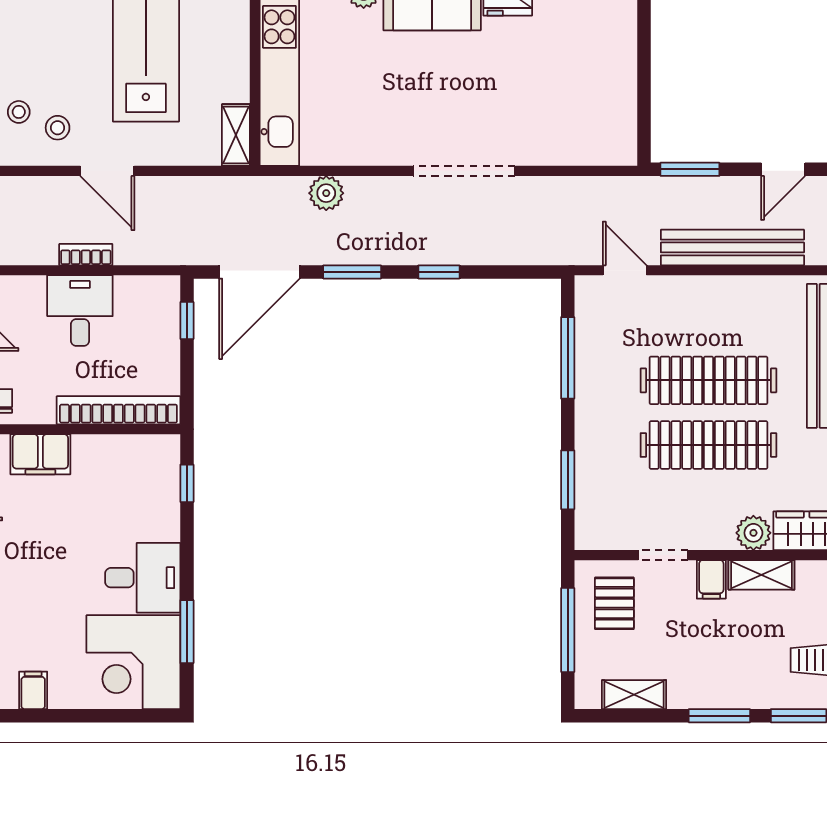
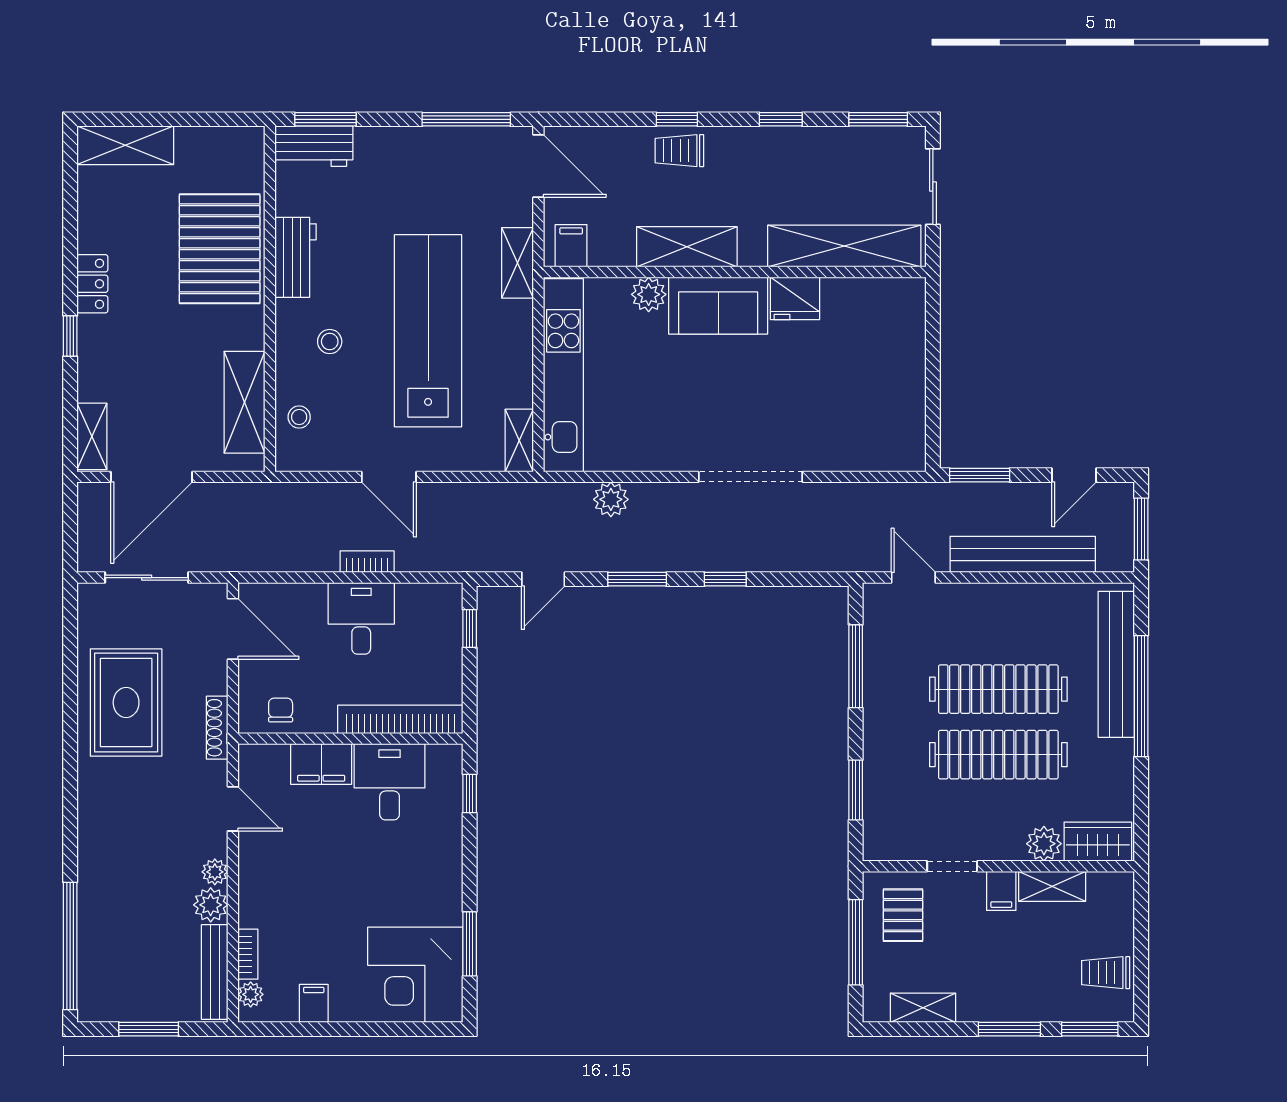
stool: (58, 128) -> (330, 342), moved
door: (259, 272) -> (543, 579), width x0.53
desk: (143, 578) -> (390, 782), moved, turned -90

